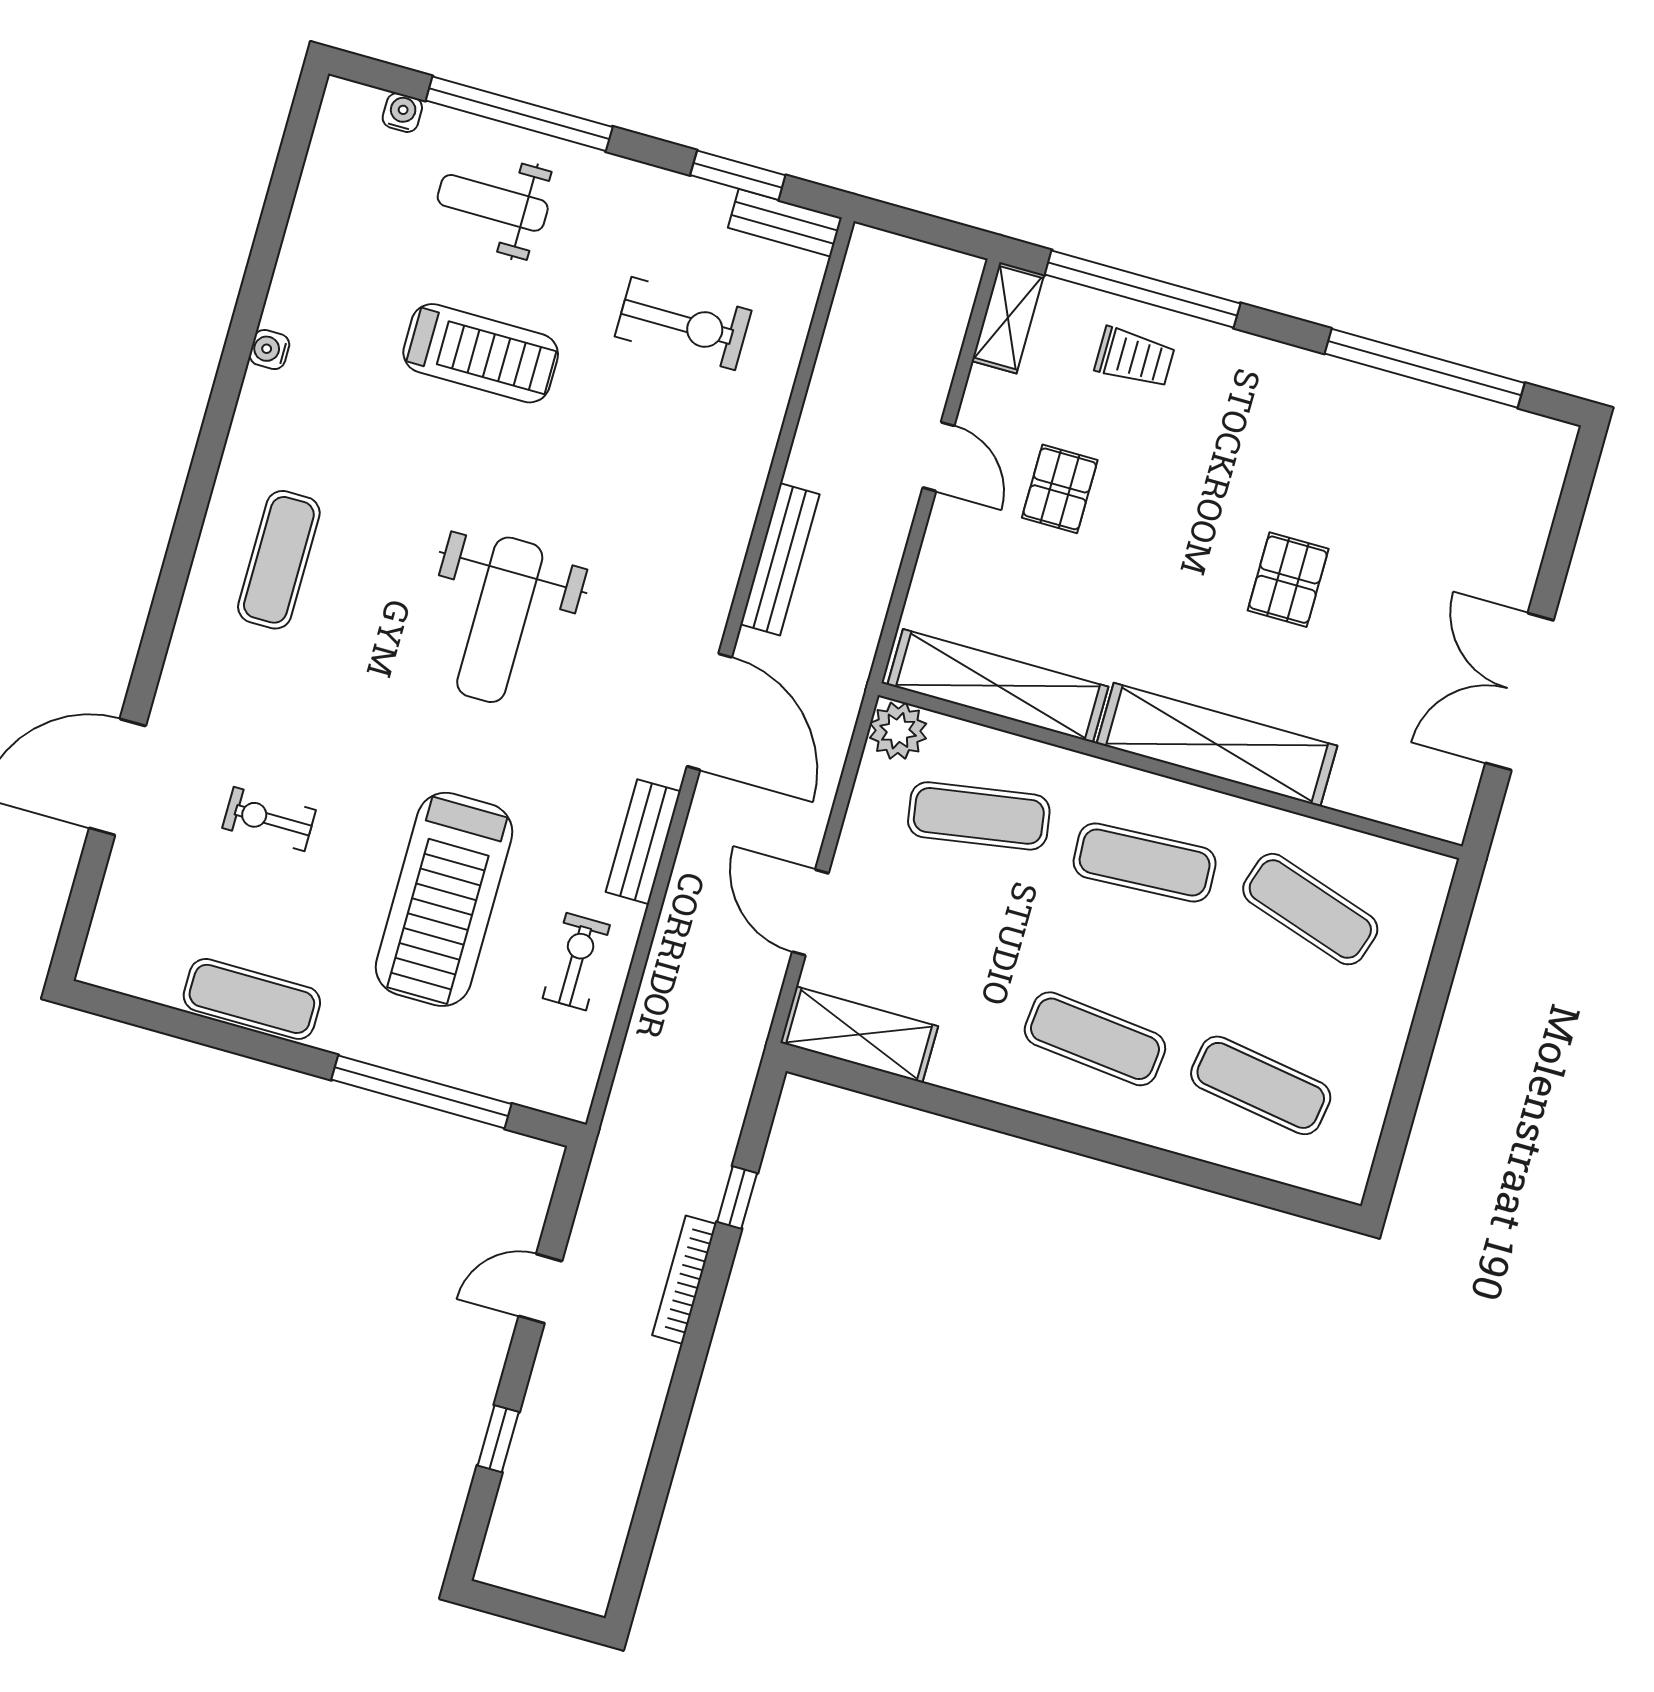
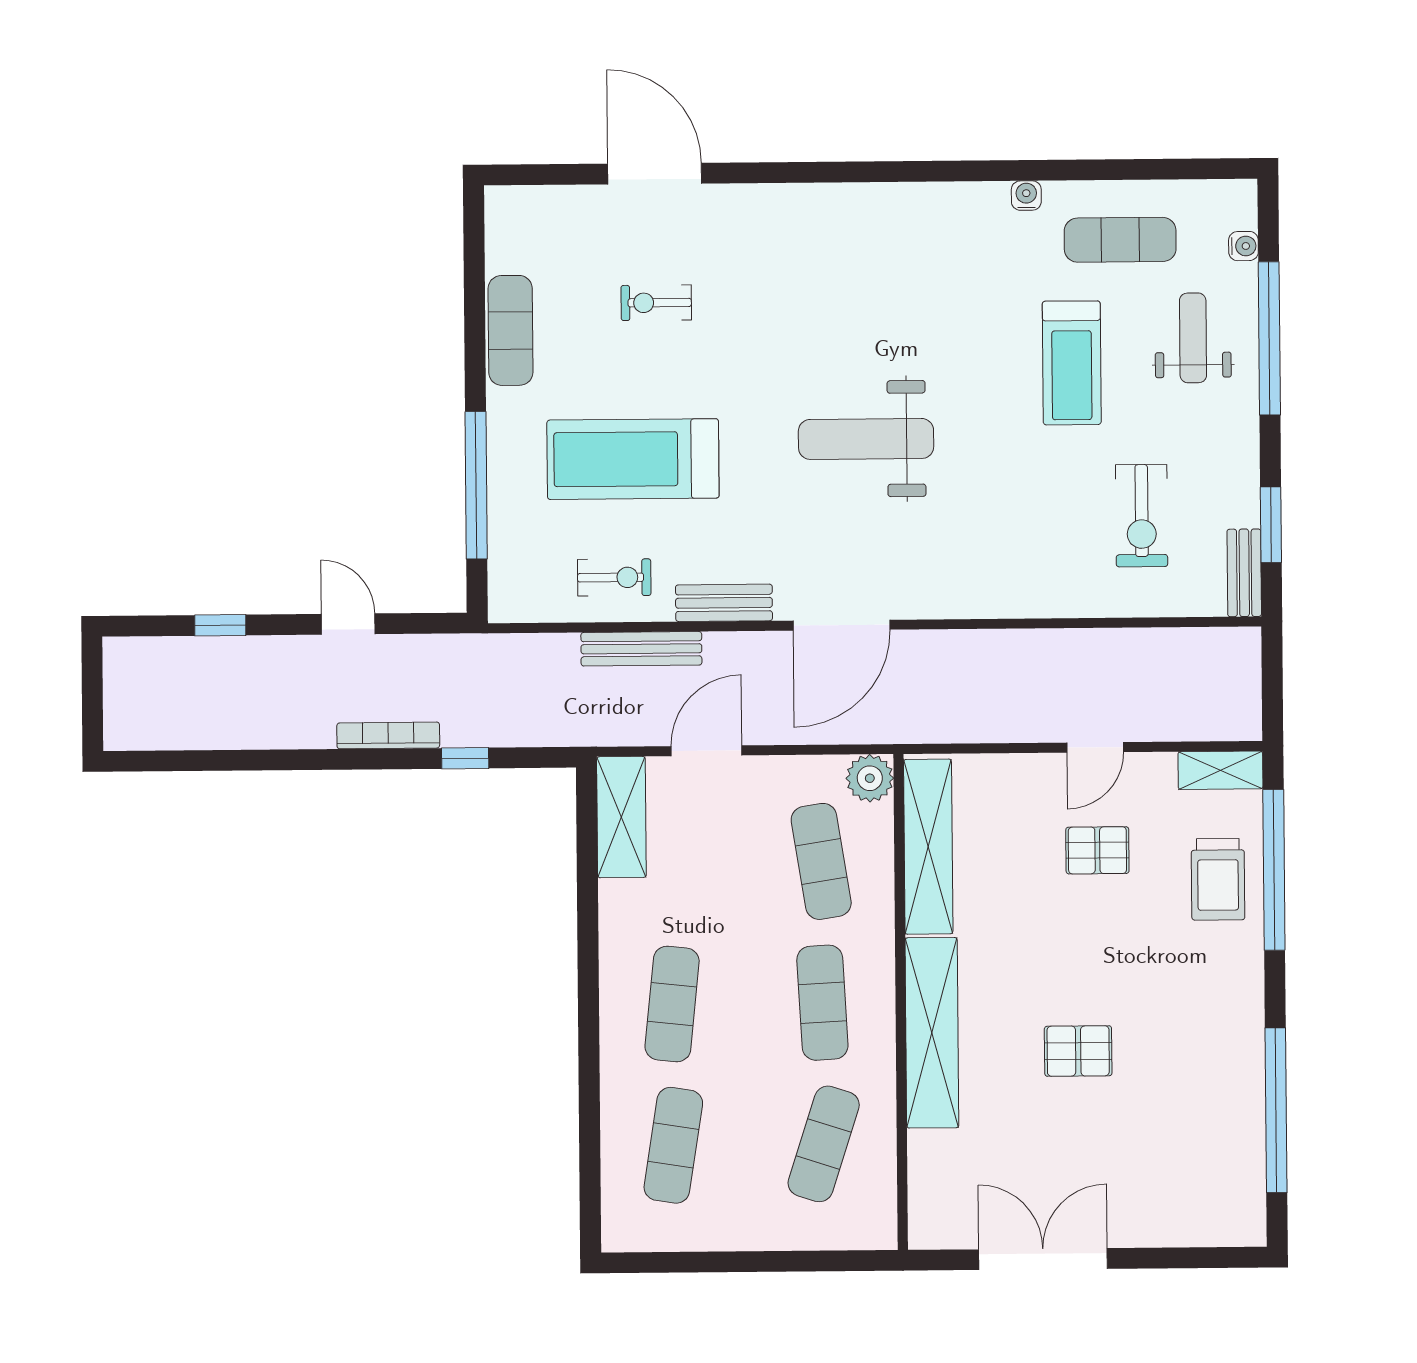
trolley: (1135, 358) -> (1218, 879), width x1.36, depth x1.39
bench: (780, 559) -> (641, 649), moved
exercise mat: (279, 560) -> (1120, 240), moved
exercise bike: (269, 819) -> (656, 303), turned -90

